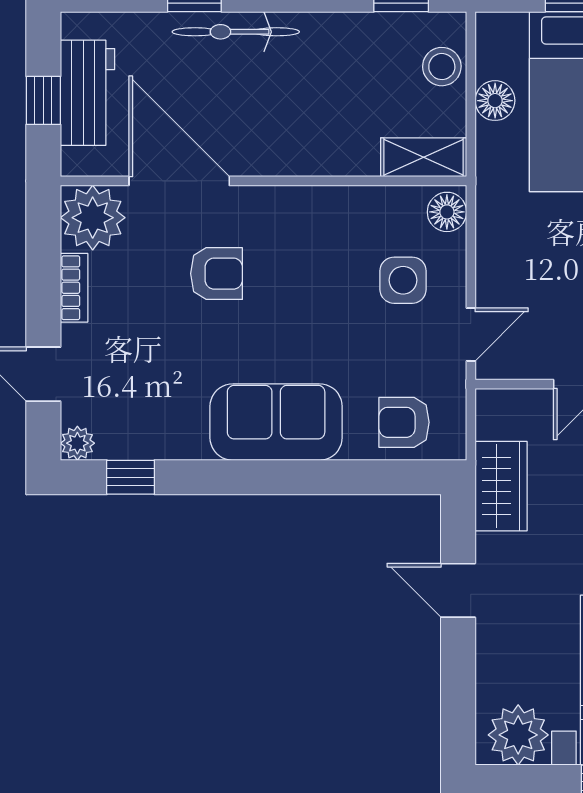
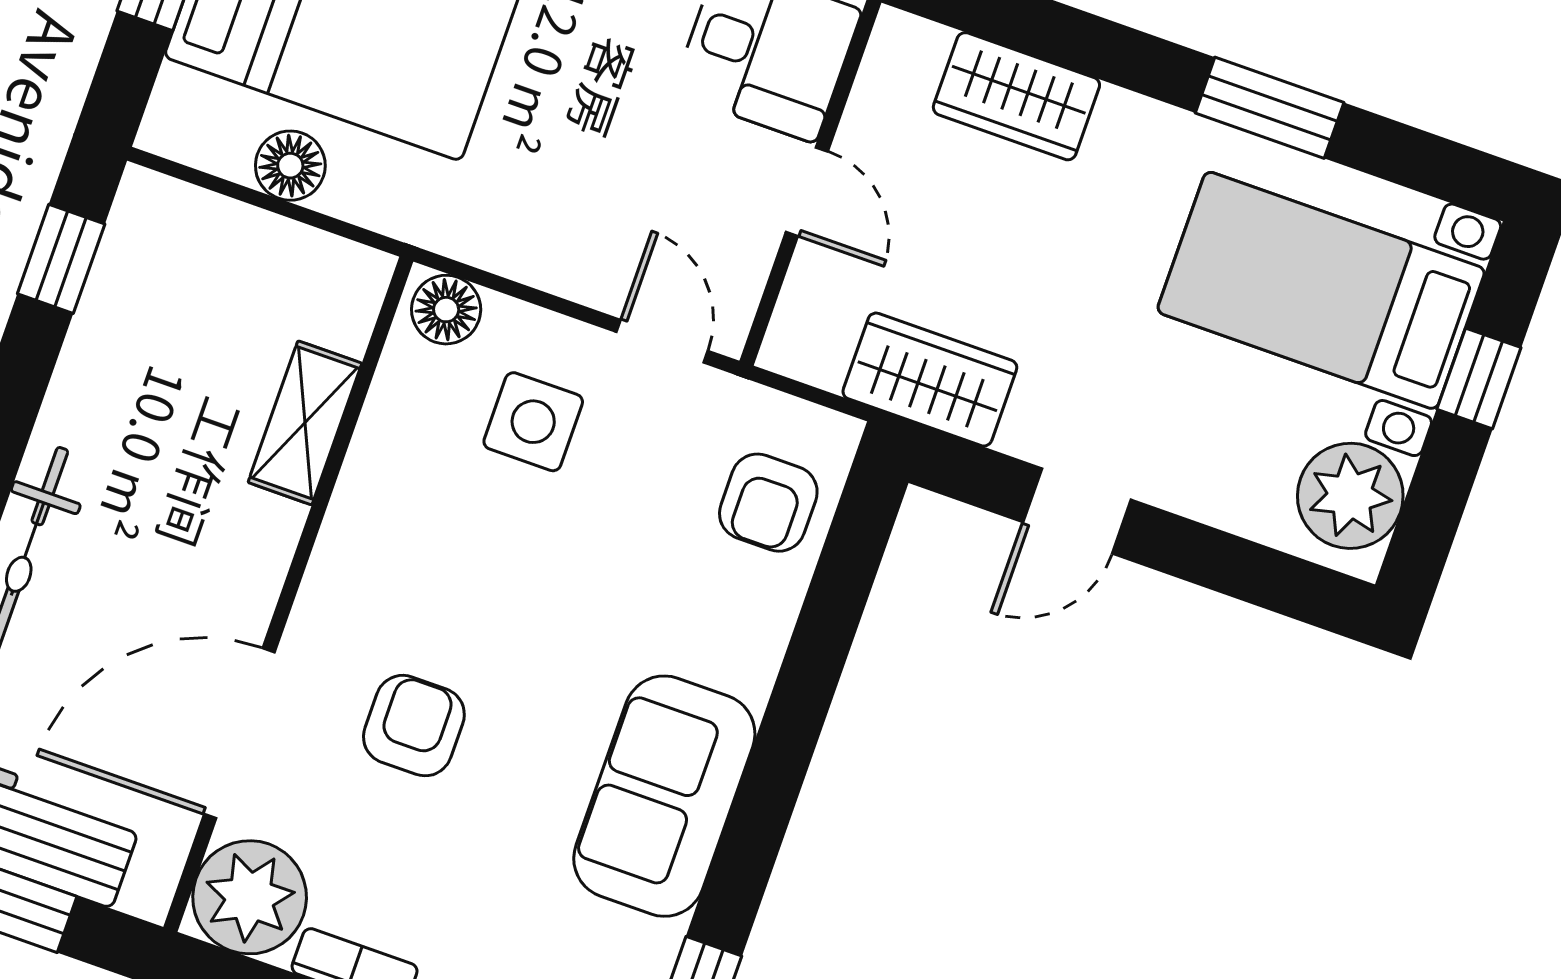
stool: (442, 67) -> (203, 234), removed
shelving: (424, 157) -> (305, 423), moved
sofa: (276, 422) -> (664, 796), moved

